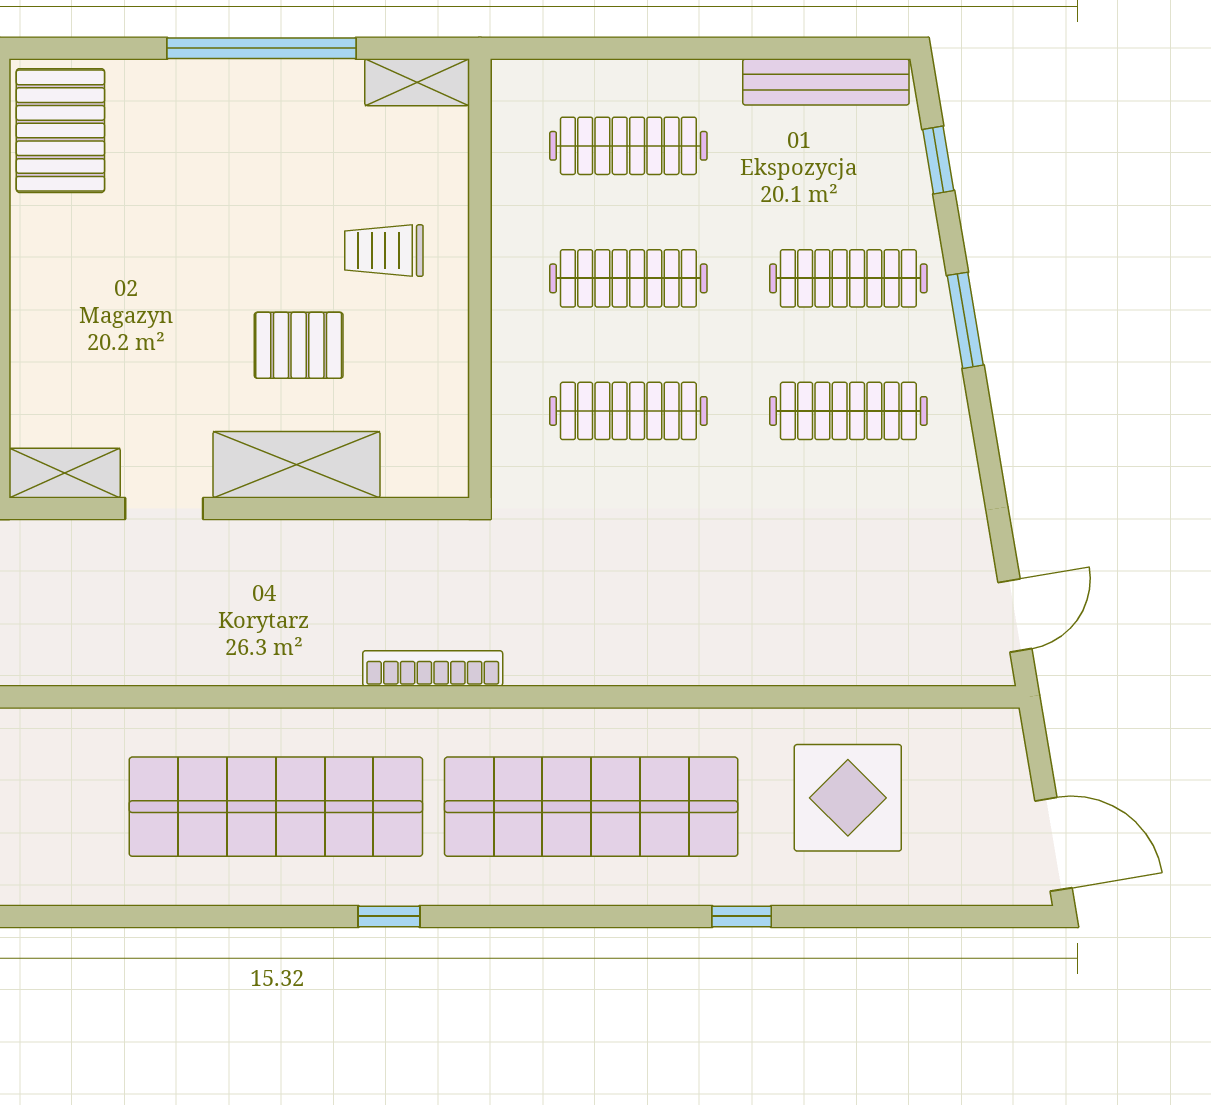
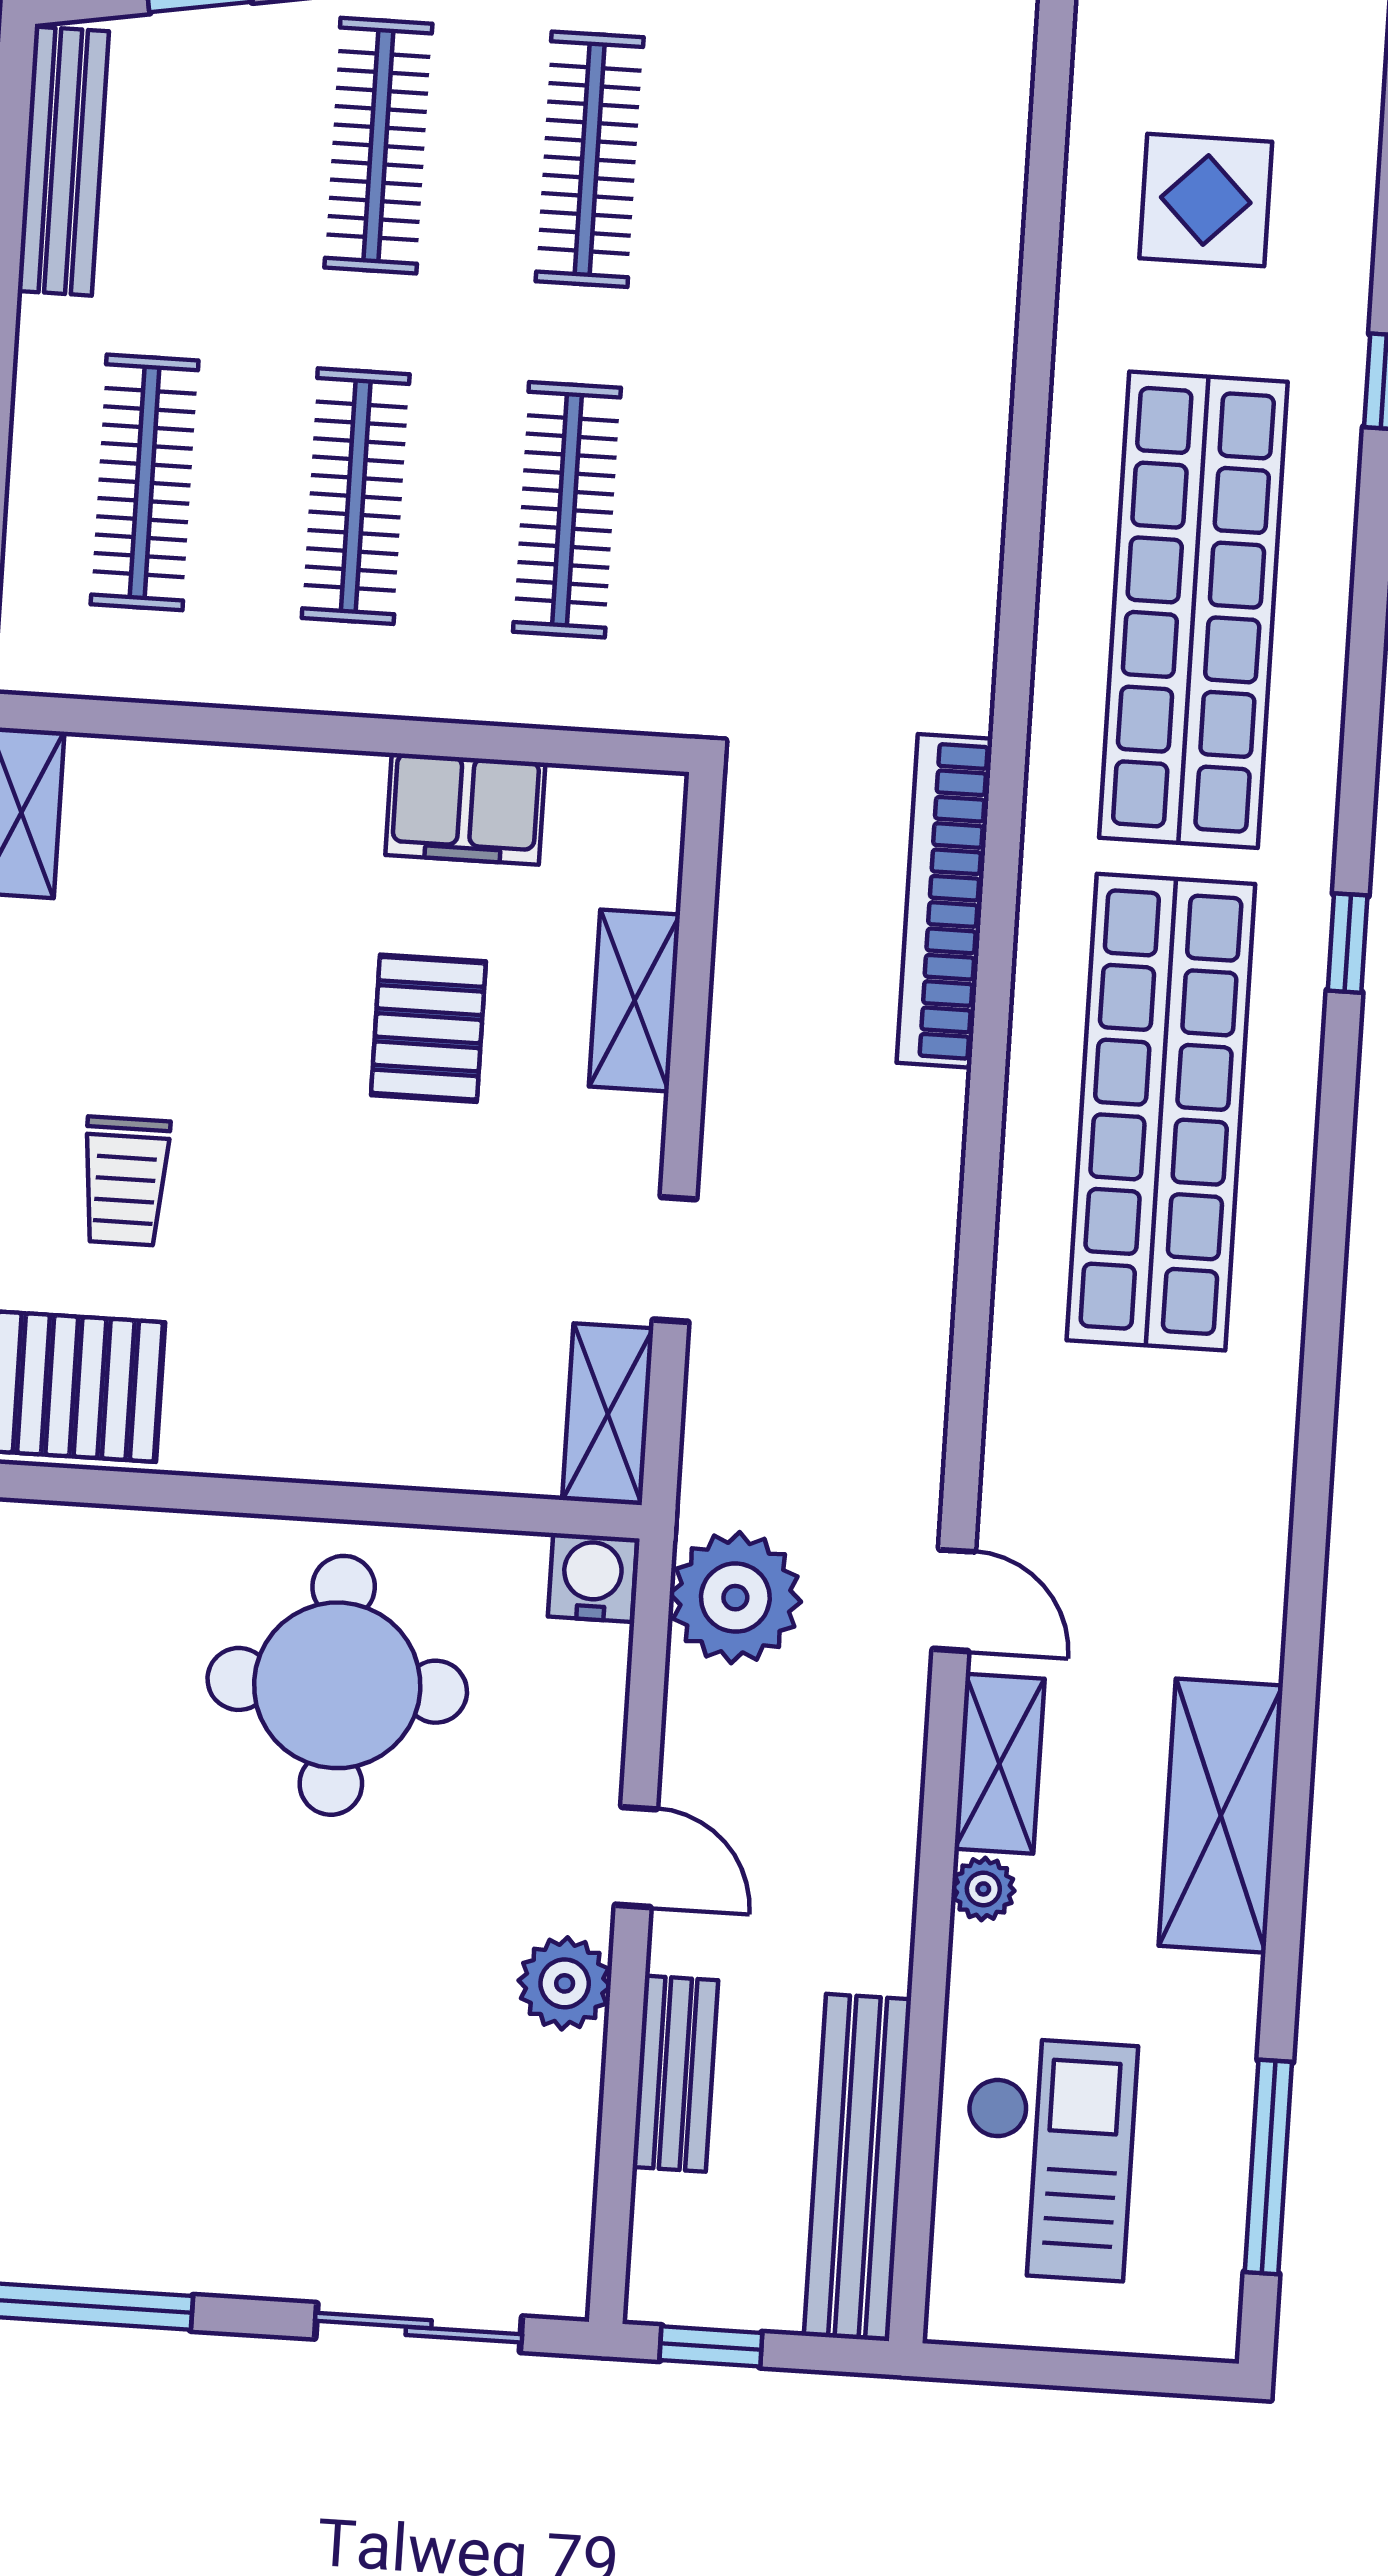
trolley: (384, 251) -> (125, 1181), moved
filing cabinet: (437, 360) -> (465, 809), added
shelving: (297, 465) -> (634, 1000), width x0.67, depth x0.75
bookcase: (433, 668) -> (945, 901), width x1.48, depth x1.31
display table: (848, 798) -> (1206, 200), width x0.73, depth x0.73

